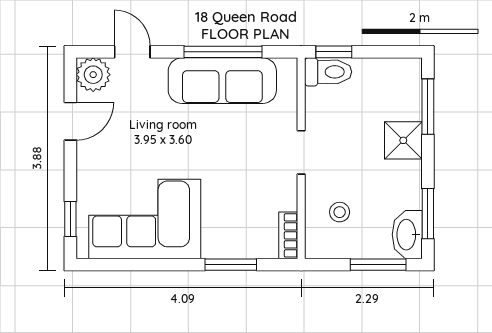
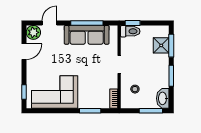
door: (132, 52) -> (49, 23), hinge flipped
shower: (403, 140) -> (161, 45), moved
window: (428, 214) -> (171, 76), moved

